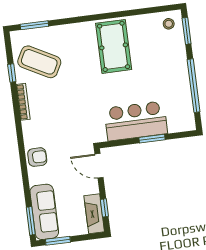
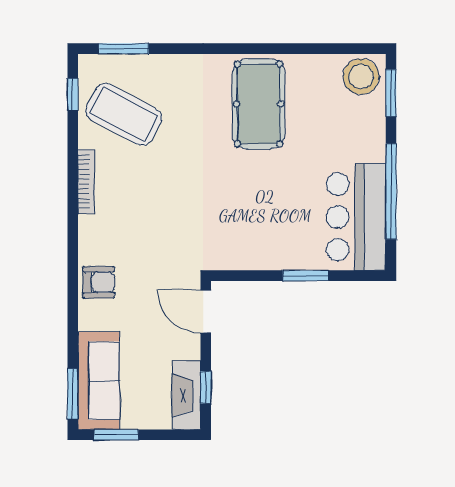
stool: (169, 24) -> (361, 77), width x1.89, depth x1.89
window: (12, 73) -> (73, 94), moved
bar counter: (136, 121) -> (356, 217), moved, turned -90

